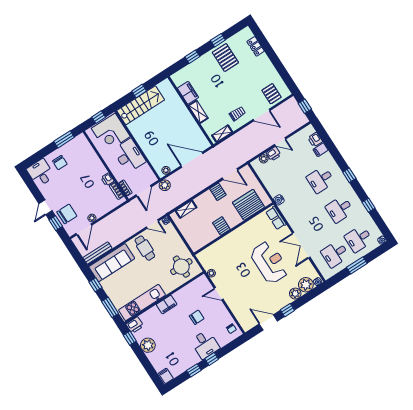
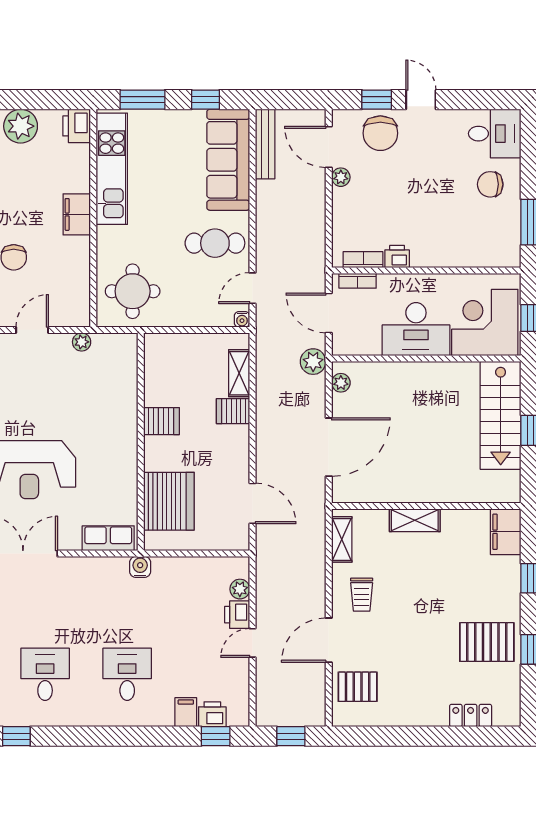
filing cabinet: (188, 93) -> (506, 532), moved, turned 90
door: (230, 174) -> (253, 503), swing flipped
window: (349, 175) -> (216, 736), moved
server rack: (218, 192) -> (233, 411), moved
window: (130, 338) -> (57, 100), removed

